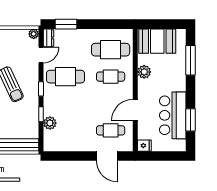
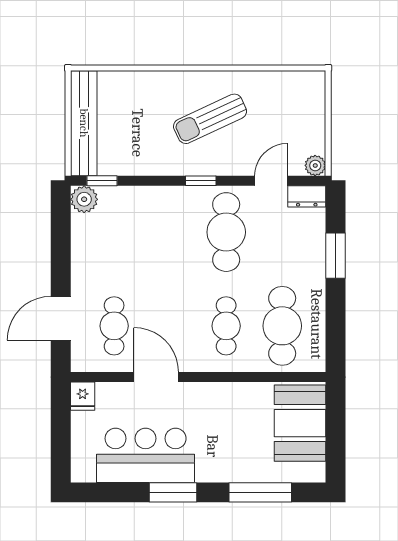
window: (66, 24) -> (335, 256), moved
door: (41, 55) -> (271, 181), swing flipped
plant: (144, 72) -> (236, 396), removed
window: (41, 114) -> (102, 181), moved
window: (191, 120) -> (173, 492), moved
plant: (50, 123) -> (84, 199), moved

